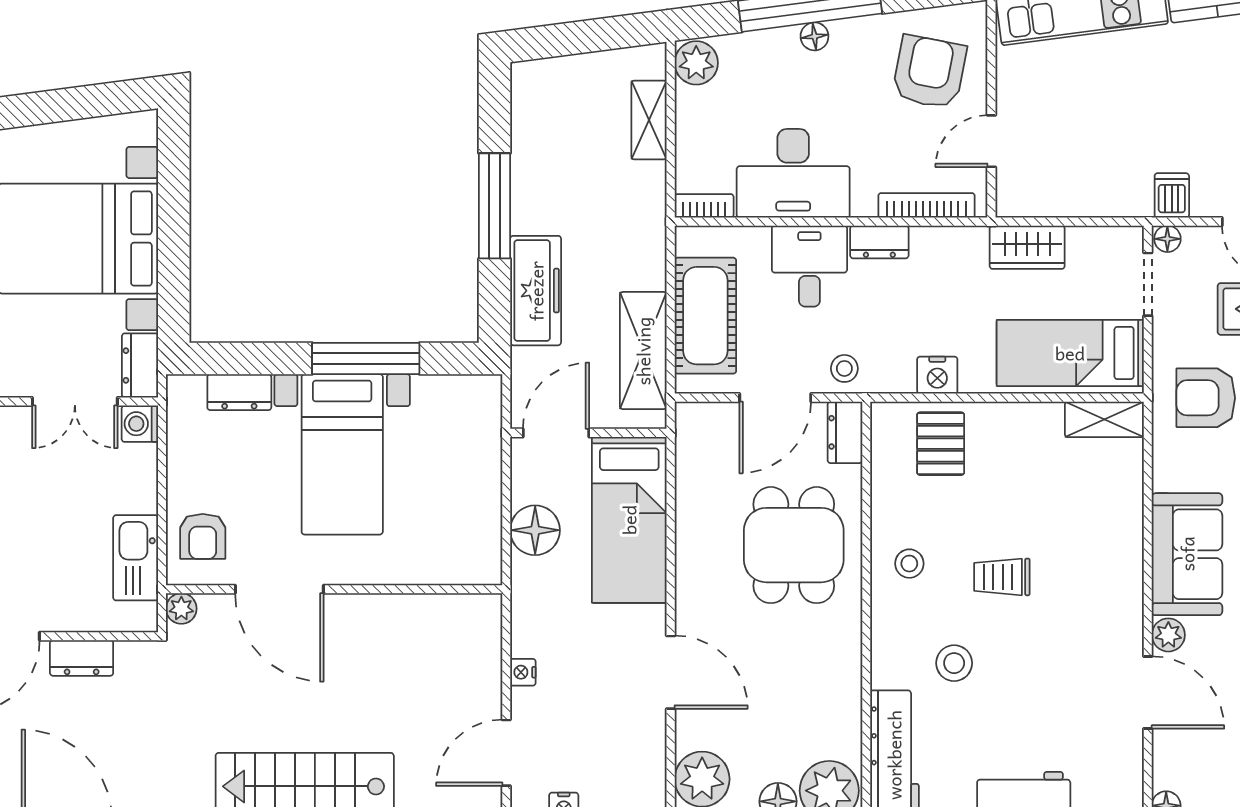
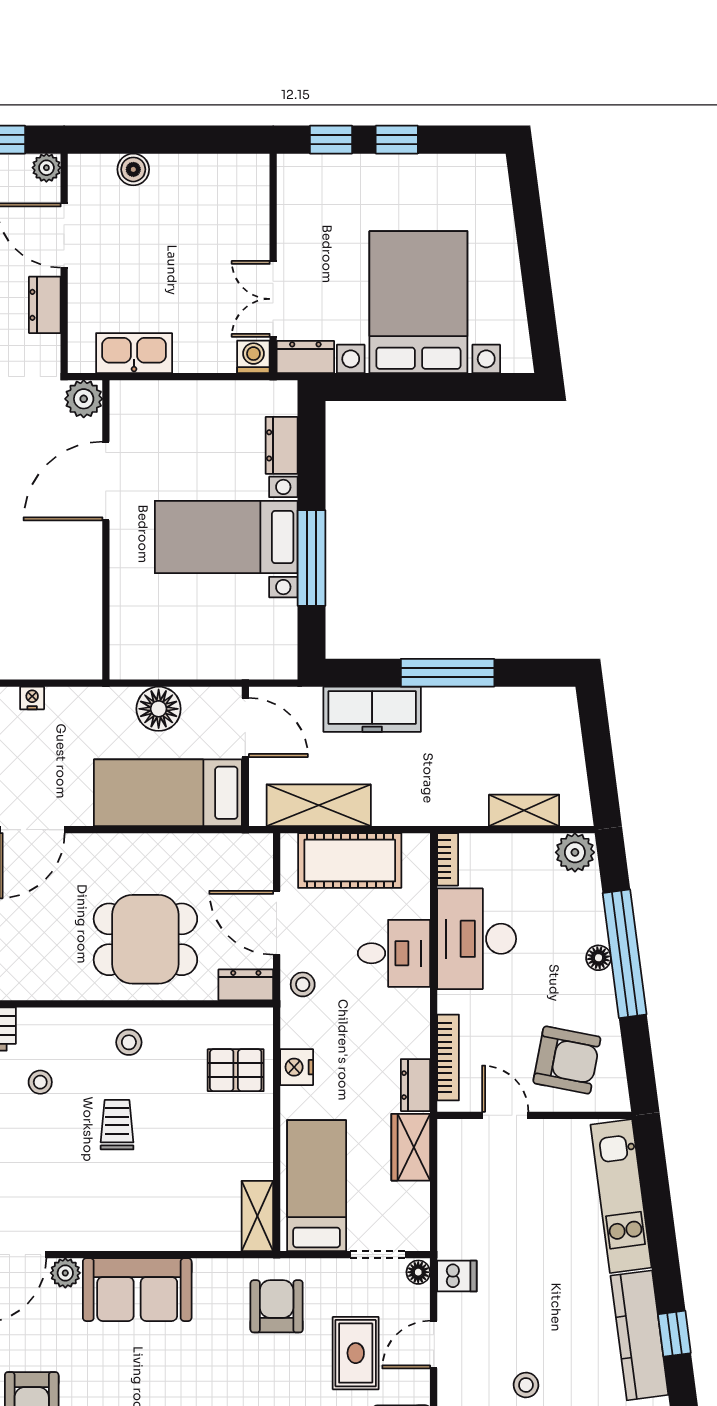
dresser: (879, 242) -> (415, 1085), moved
armchair: (203, 536) -> (153, 413), removed
plant: (181, 609) -> (84, 399), width x1.38, depth x1.38
stool: (954, 663) -> (40, 1082), width x0.73, depth x0.73

